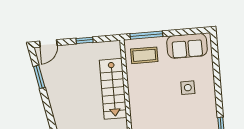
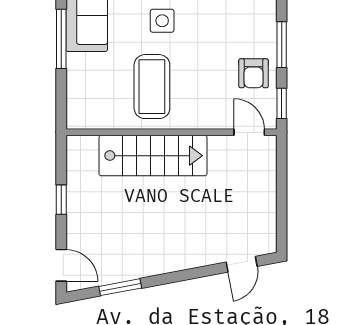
window: (146, 35) -> (61, 39), moved
coffee table: (144, 55) -> (152, 87), moved, width x1.36, depth x1.32

